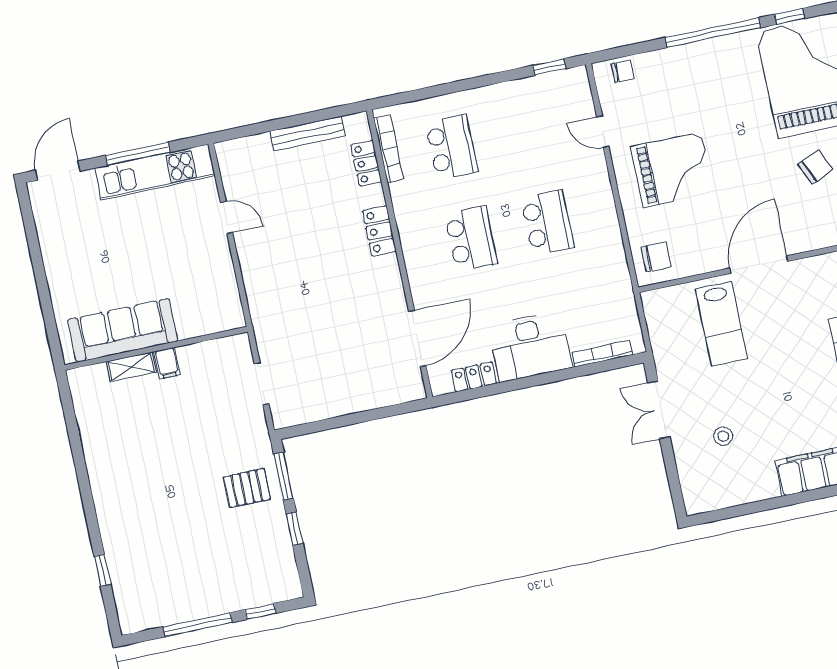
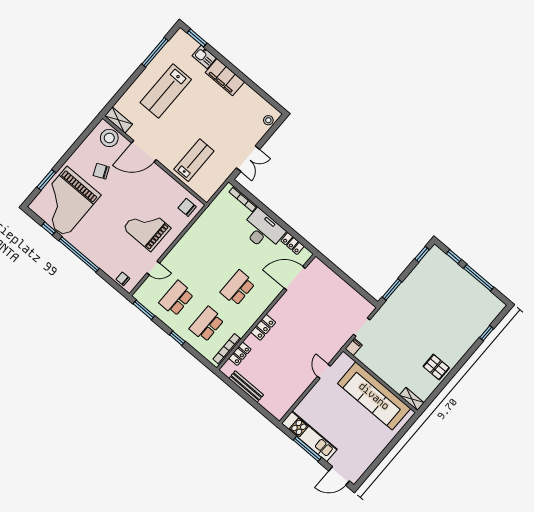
window: (549, 67) -> (144, 310), width x1.50
window: (465, 85) -> (177, 338), added
door: (603, 132) -> (153, 268), hinge flipped
door: (226, 217) -> (324, 371), moved
school desk: (547, 223) -> (176, 298), moved
door: (759, 265) -> (144, 151), moved
sofa: (123, 330) -> (374, 396), width x1.36, depth x1.27
filing cabinet: (167, 363) -> (354, 347), moved
shelving: (131, 367) -> (412, 399), moved
stool: (723, 436) -> (268, 120), moved
pallet: (247, 488) -> (436, 367), moved
window: (295, 528) -> (422, 254), moved

